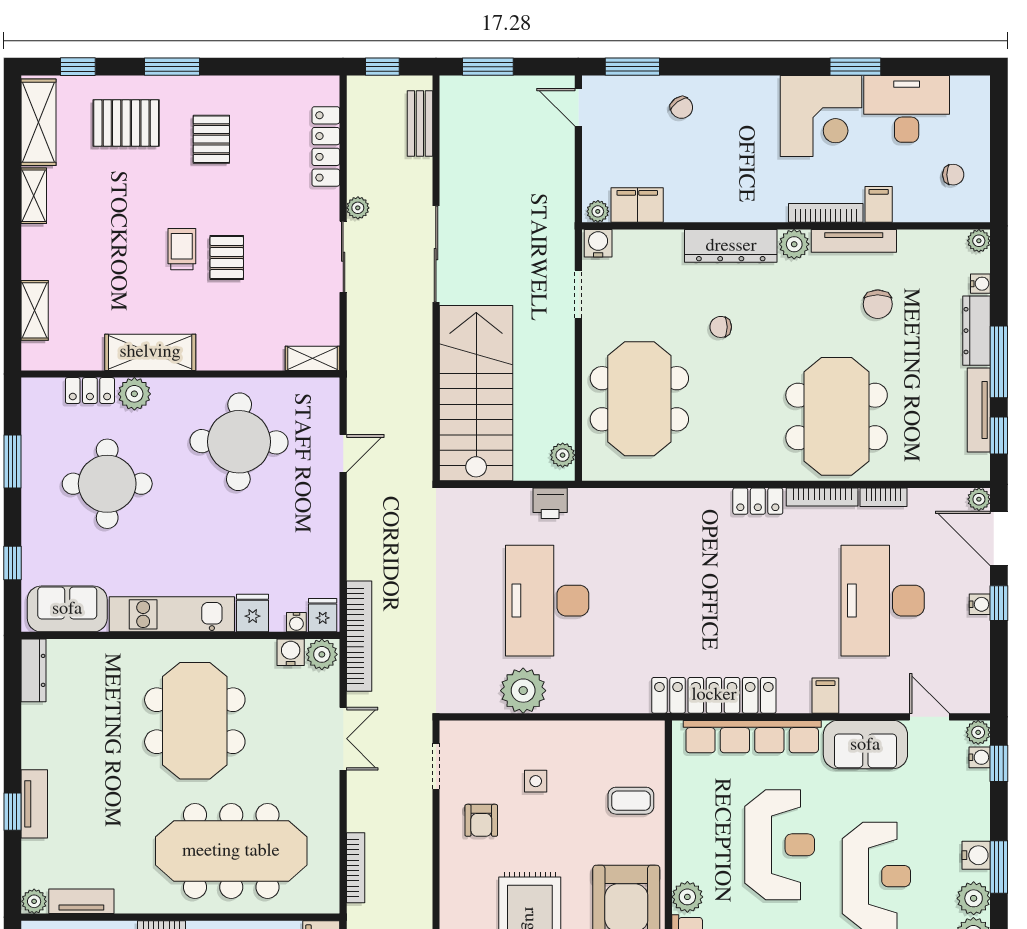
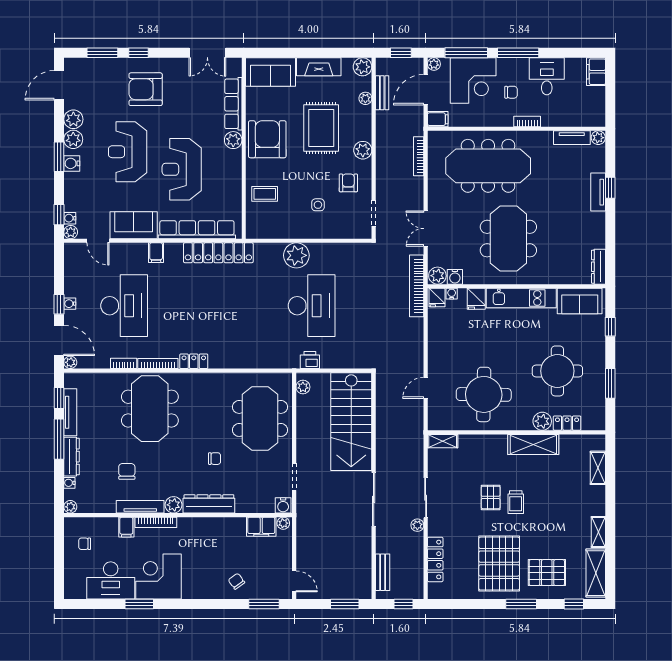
pallet: (211, 139) -> (499, 564), width x2.05, depth x2.00
plant: (523, 691) -> (296, 255), moved
plant: (455, 879) -> (363, 150), added

